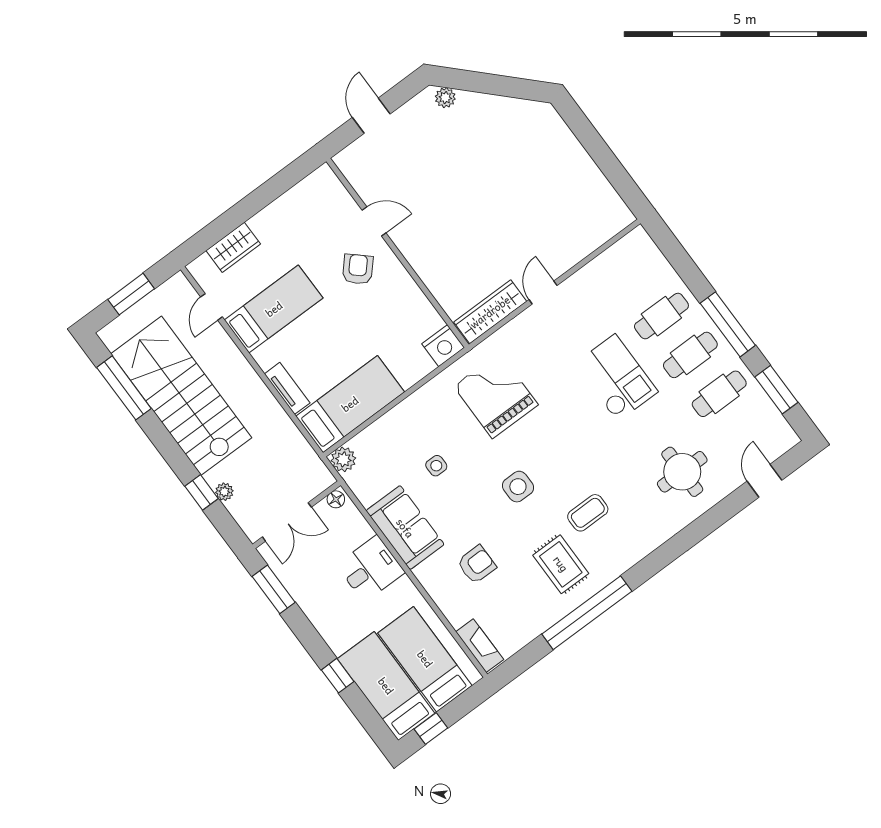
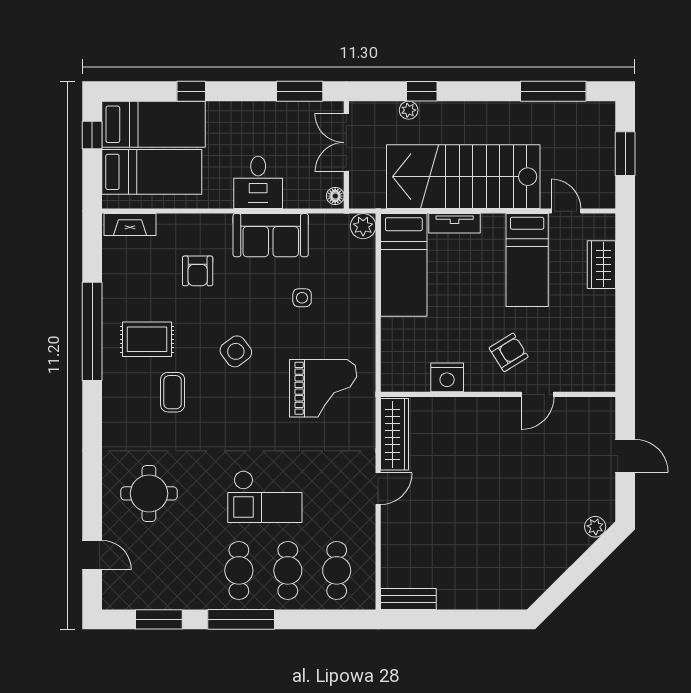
bench: (613, 203) -> (408, 599), added
armchair: (358, 269) -> (509, 352), turned -74
door: (543, 292) -> (378, 489), hinge flipped
nightstand: (443, 346) -> (447, 377), moved, turned -90
cafe table: (719, 394) -> (337, 570), moved
stairs: (181, 396) -> (463, 177), moved, turned 180
side table: (518, 487) -> (236, 351), turned -37

